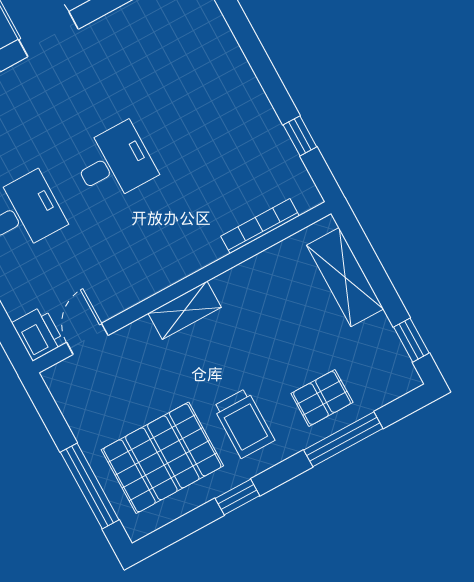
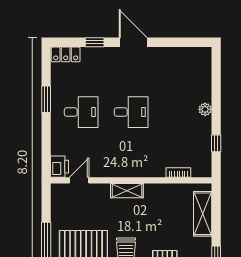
plant: (246, 85) -> (205, 109), added
bookcase: (260, 226) -> (178, 172), width x0.64

